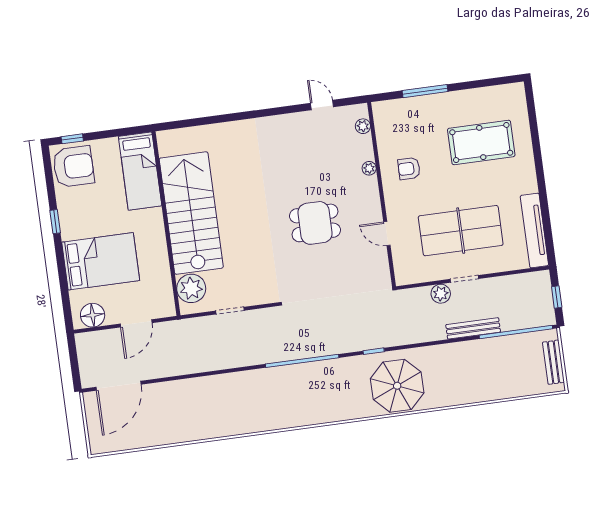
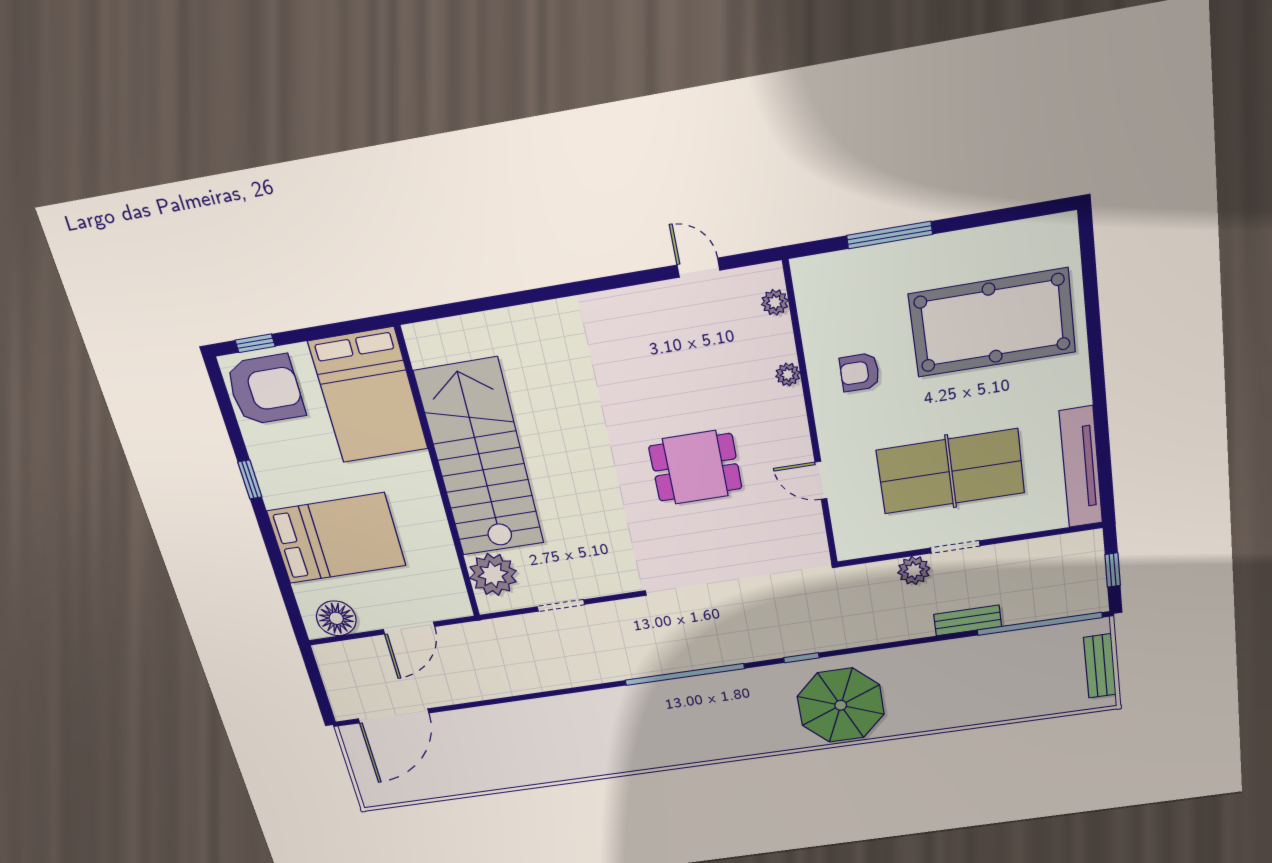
pool table: (481, 142) -> (992, 323), width x1.36, depth x1.32
bed: (140, 171) -> (368, 396), width x1.50
bench: (473, 328) -> (968, 620), width x0.73

